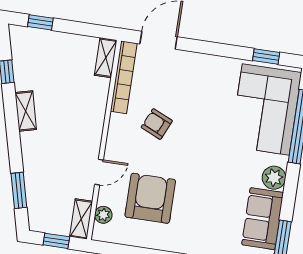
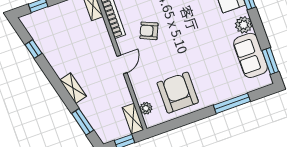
shelving: (26, 111) -> (73, 88), moved
door: (99, 172) -> (122, 65), moved
armchair: (150, 198) -> (178, 93), moved

